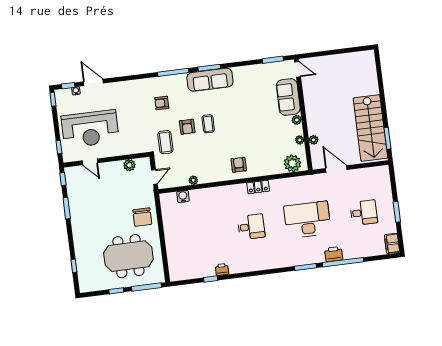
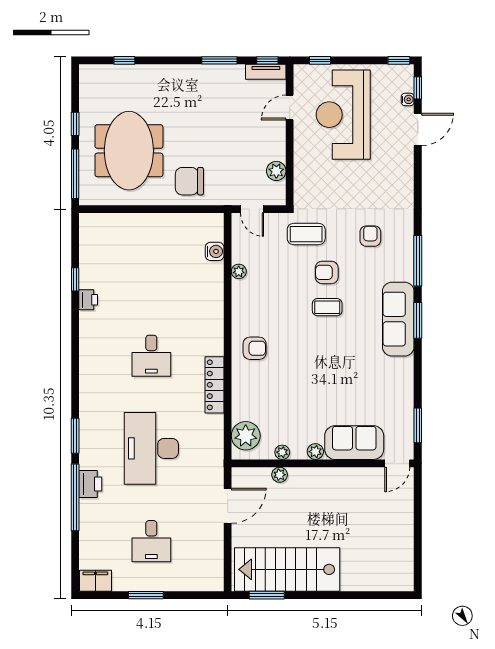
tv unit: (70, 179) -> (266, 72), added
locker: (258, 187) -> (214, 385), width x1.53
desk: (307, 220) -> (151, 448), turned 180

